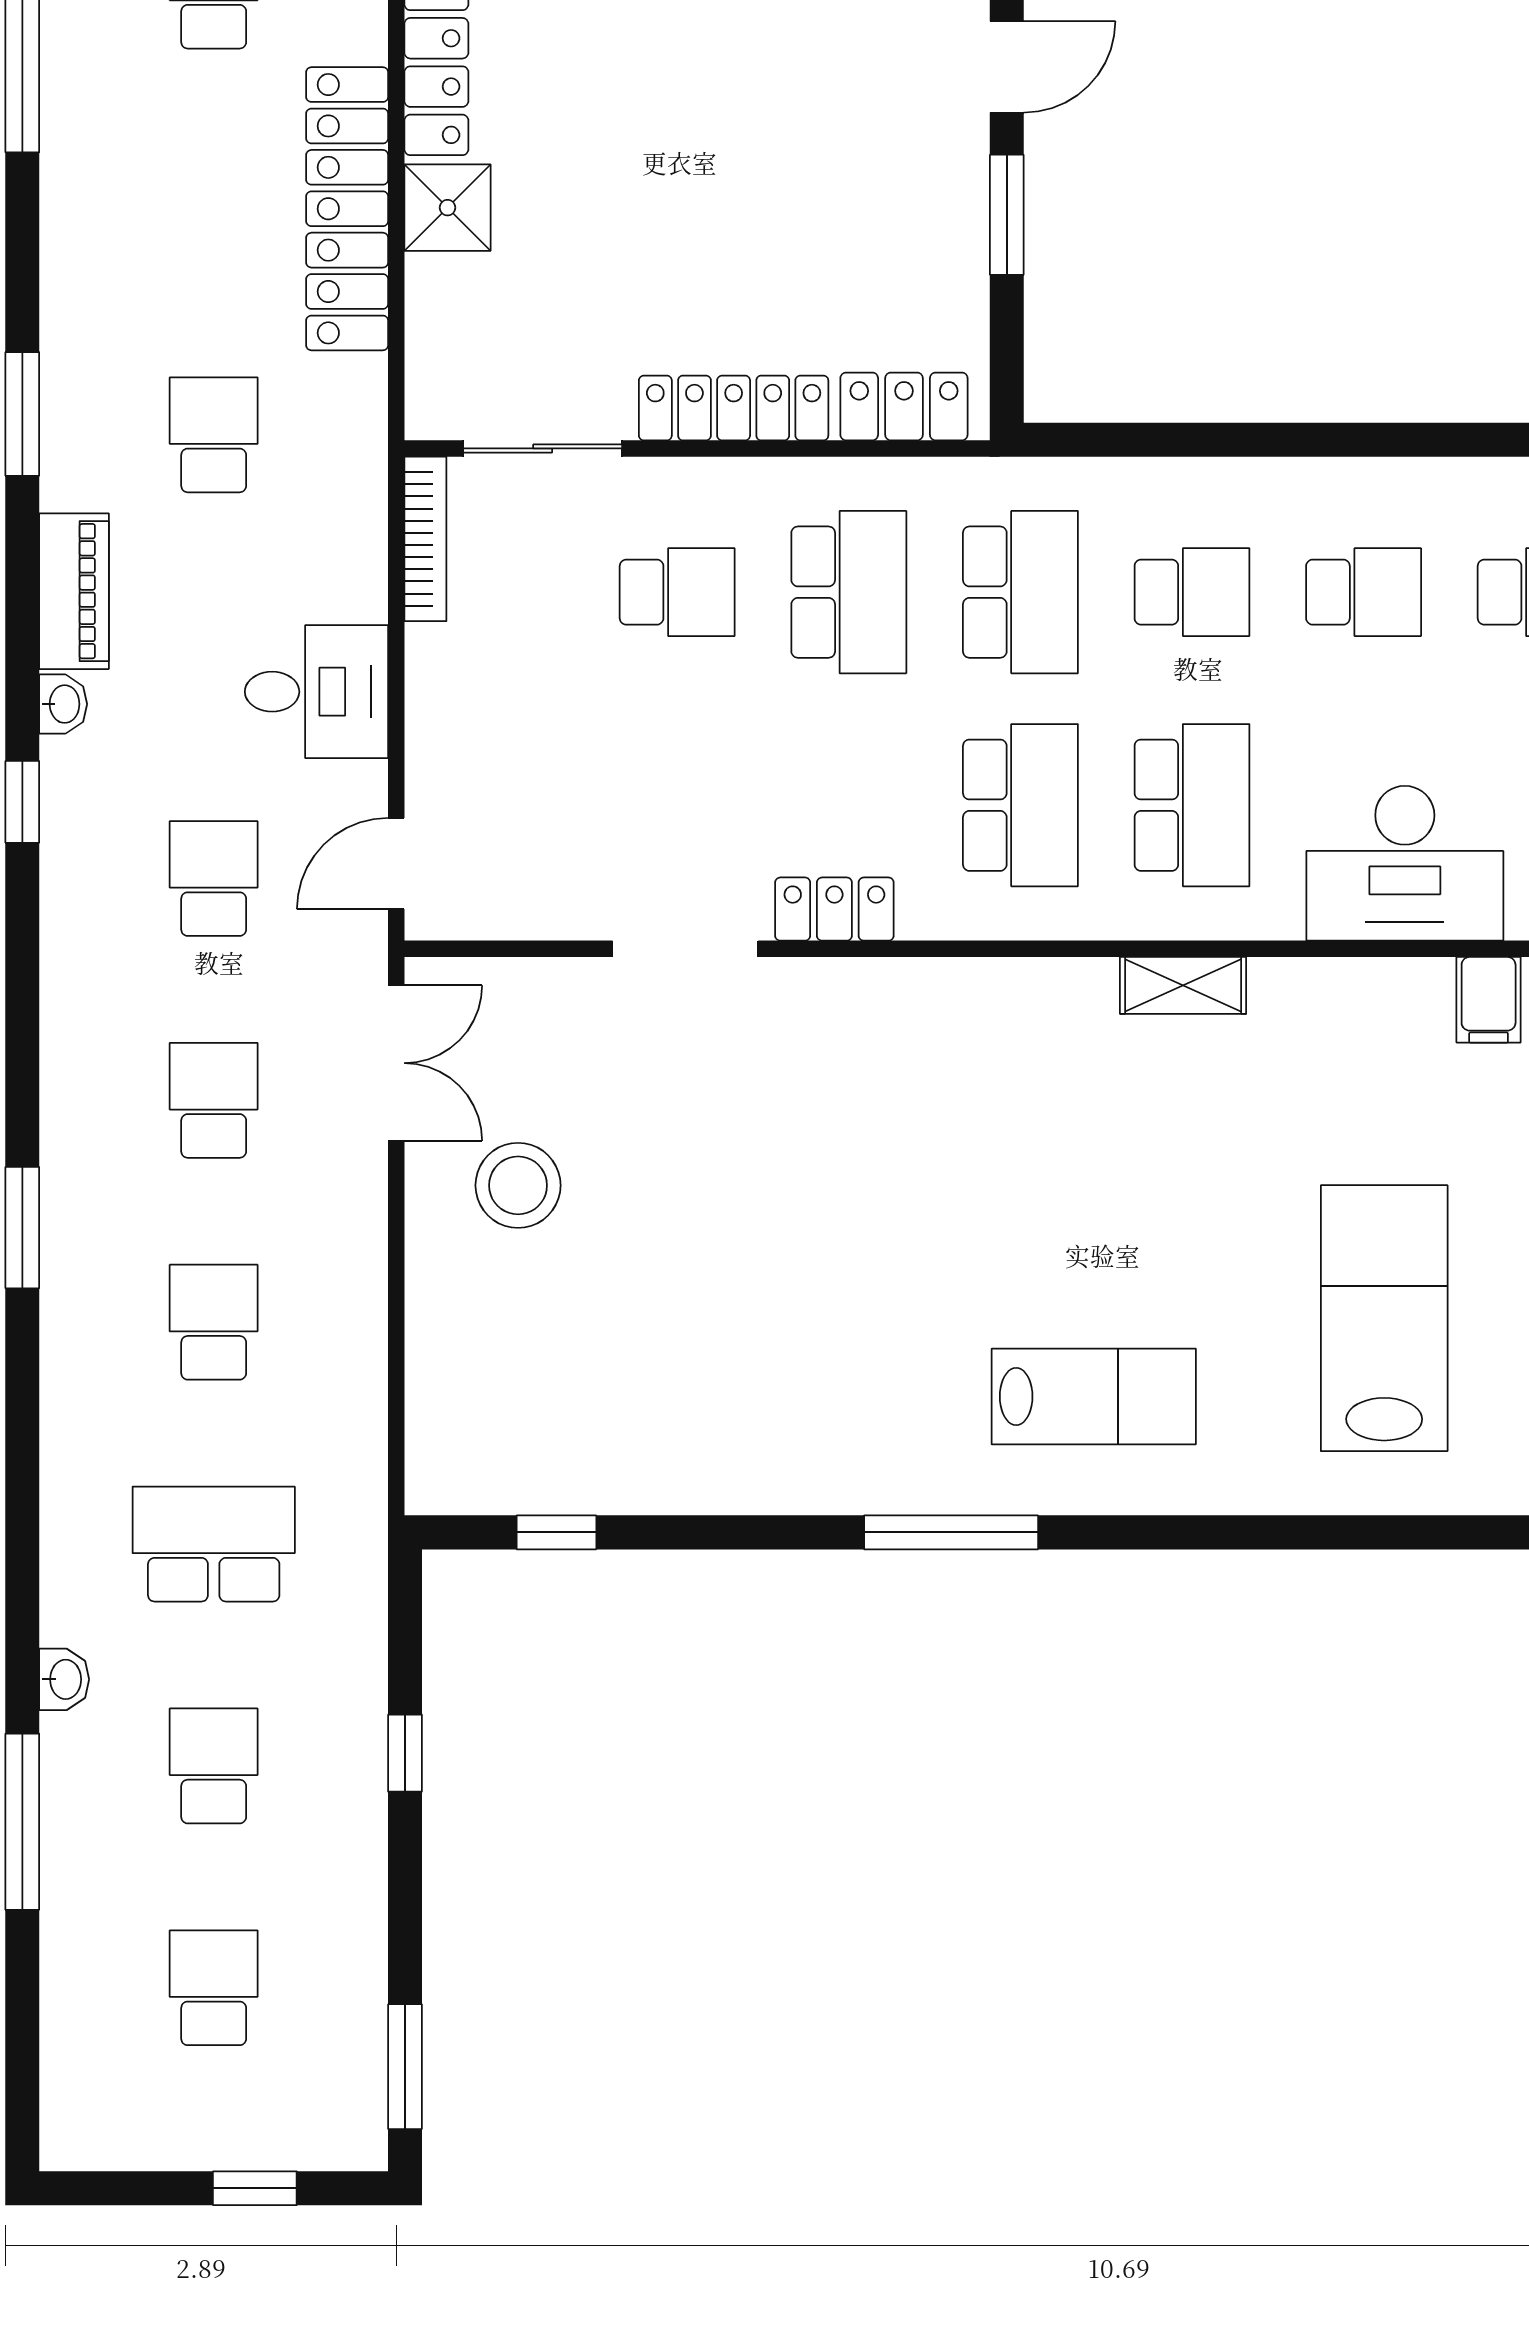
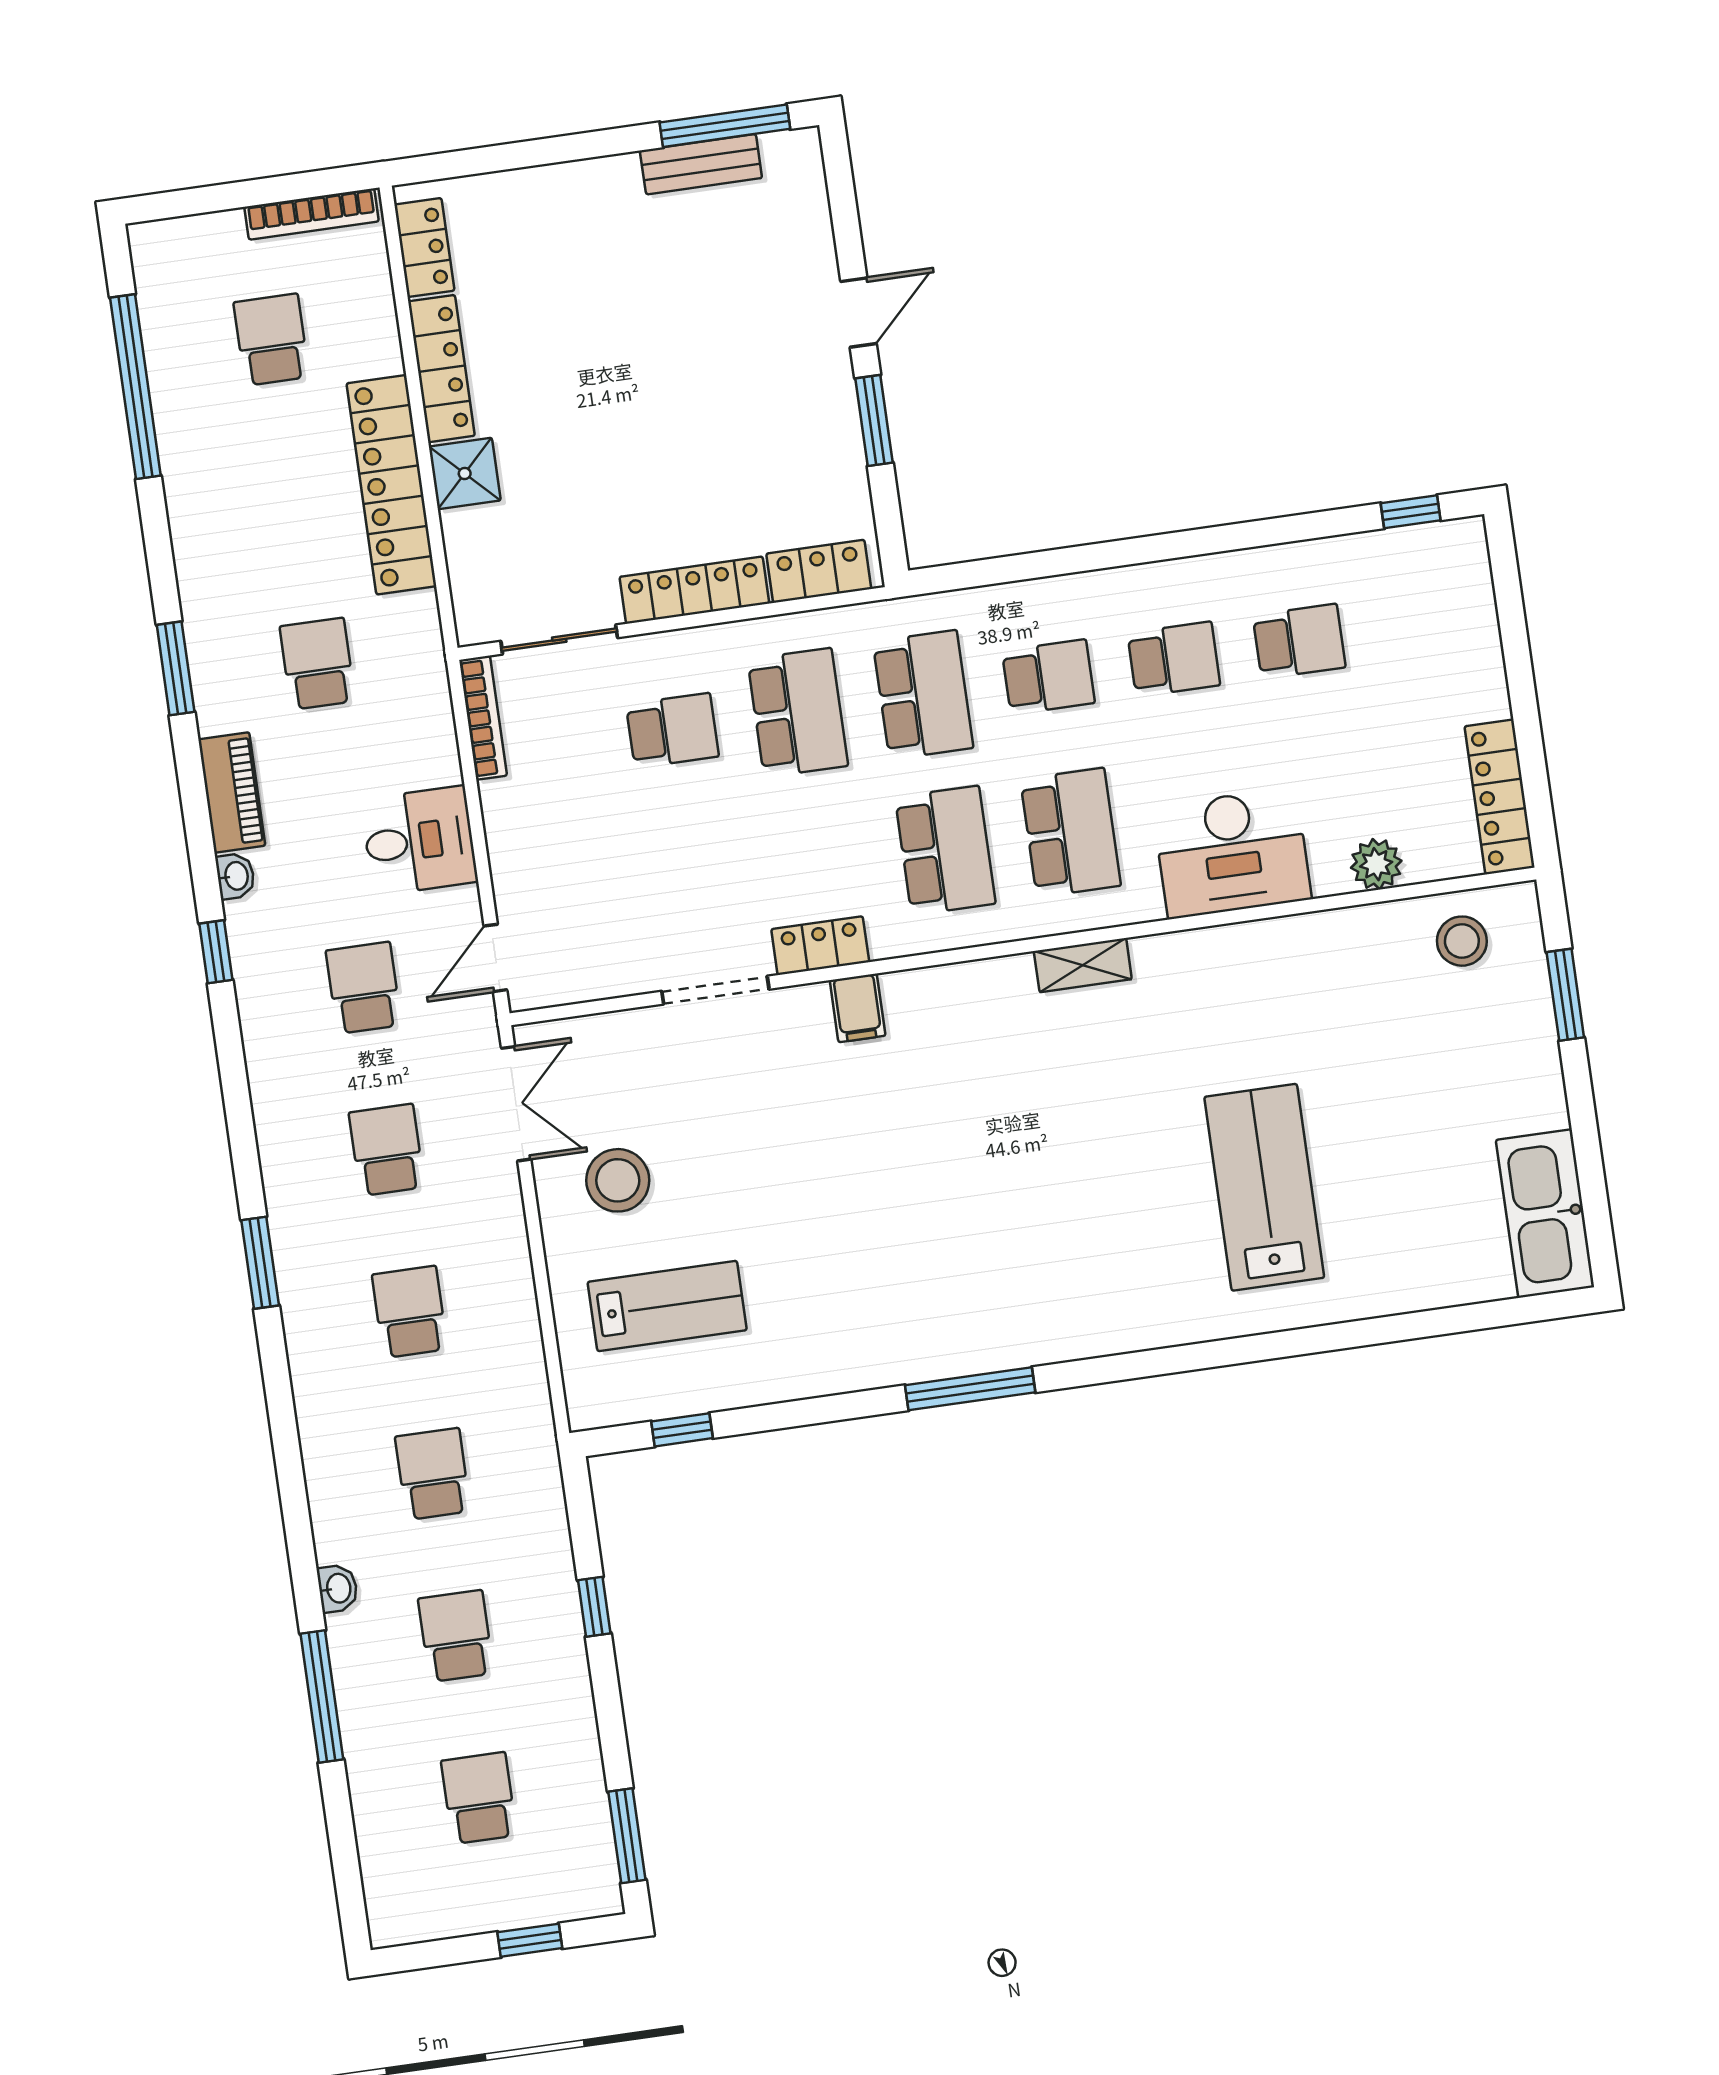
filing cabinet: (1489, 1000) -> (858, 1008), moved
lab bench: (1094, 1397) -> (667, 1306), moved
school desk: (214, 1544) -> (433, 1474), width x0.54

